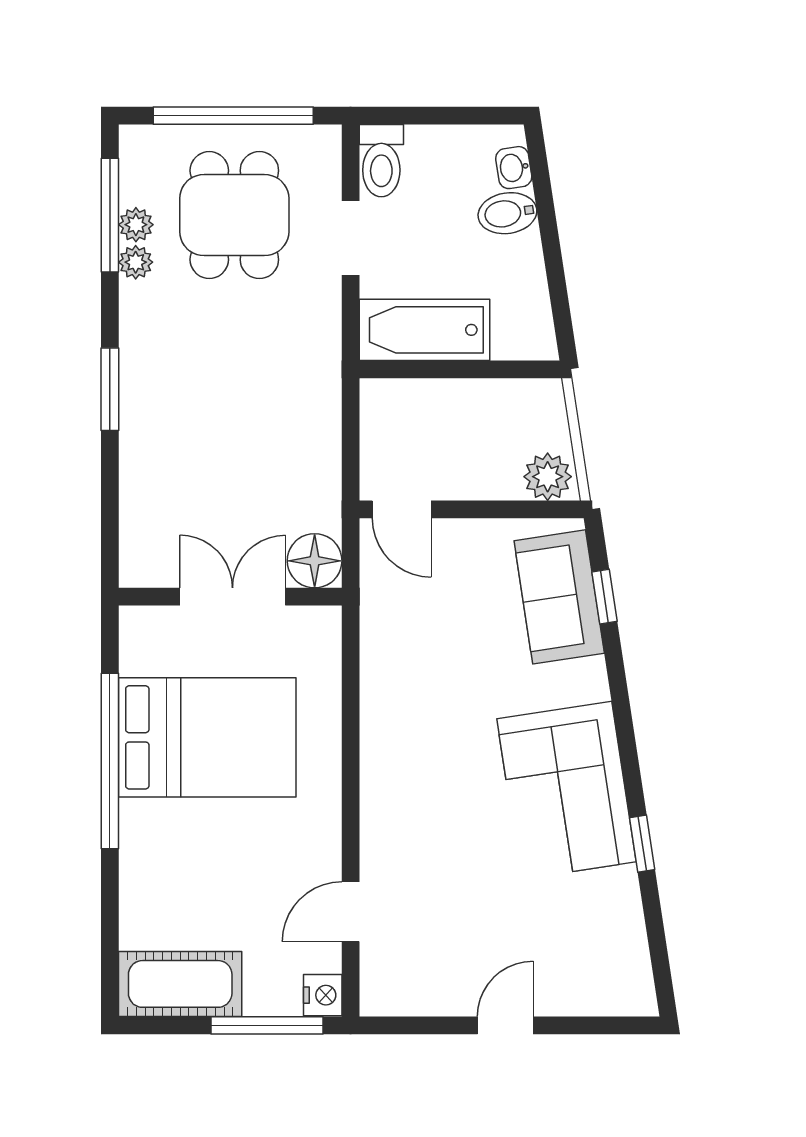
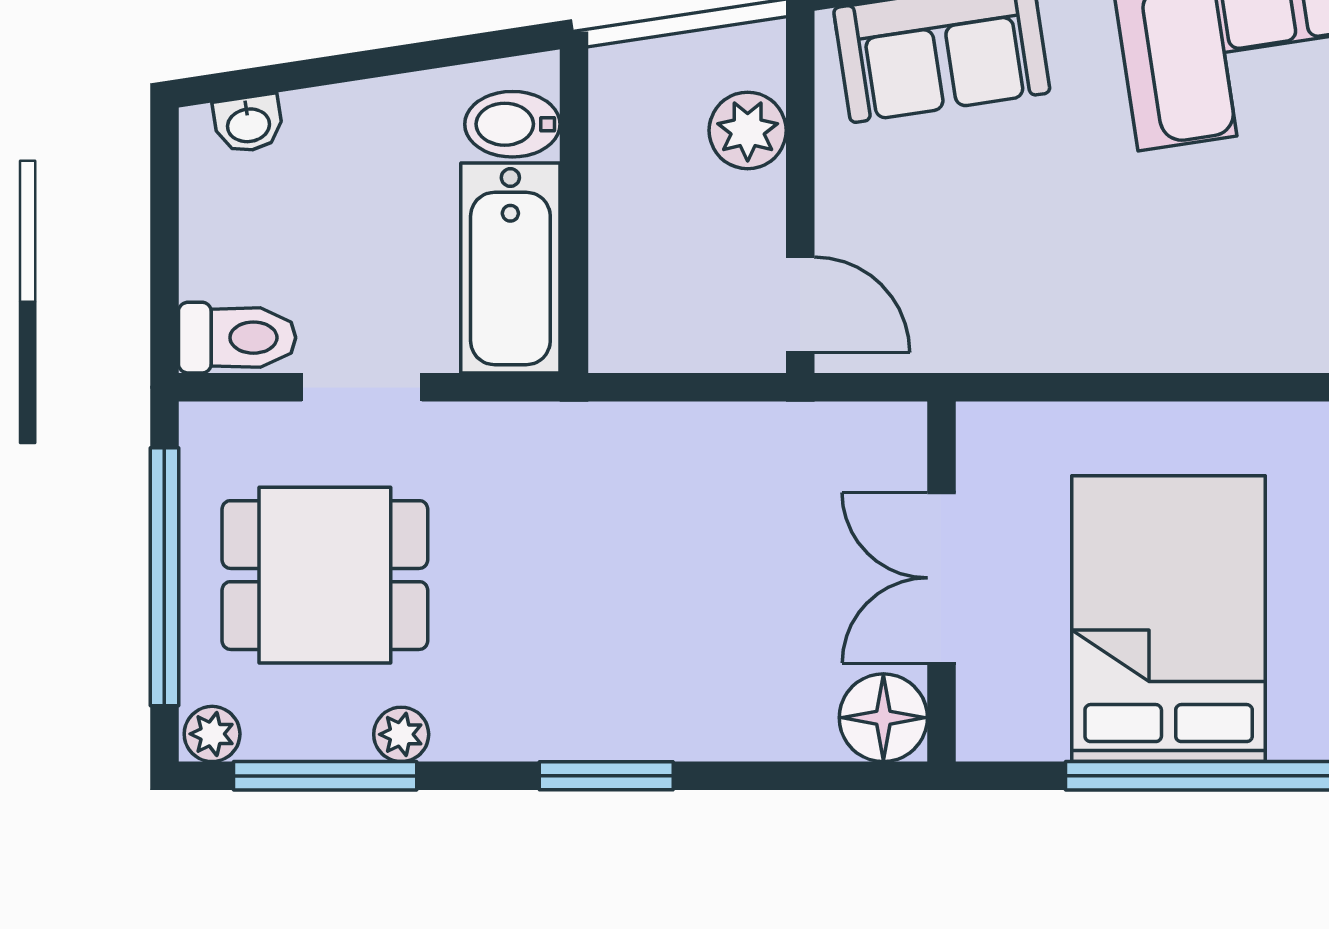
bidet: (507, 213) -> (512, 124), moved, turned 99
plant: (136, 225) -> (212, 734), moved
plant: (548, 477) -> (748, 130), moved
door: (402, 509) -> (800, 305), hinge flipped
floor lamp: (315, 561) -> (883, 718), moved

